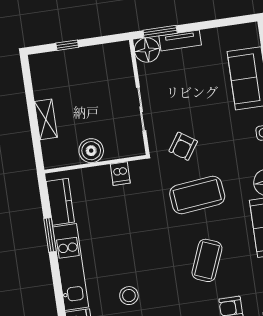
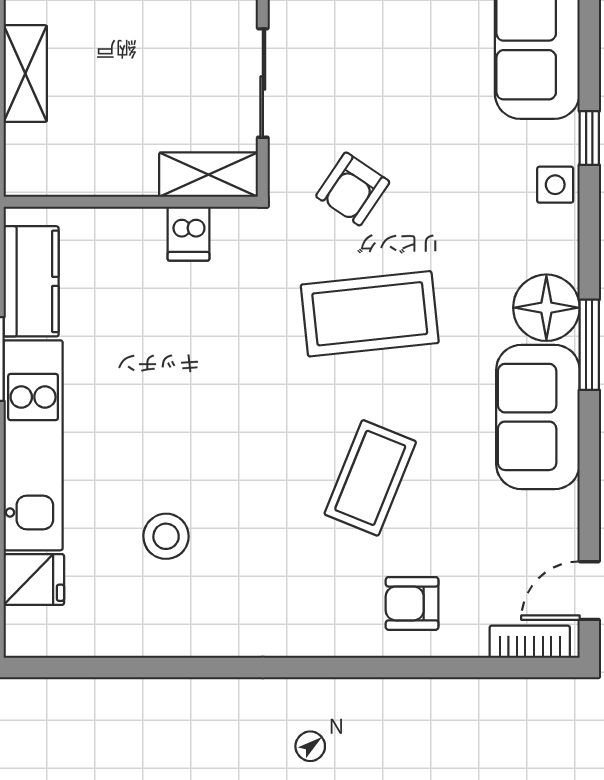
shelving: (125, 149) -> (209, 175), added
boiler: (91, 151) -> (125, 167), removed

